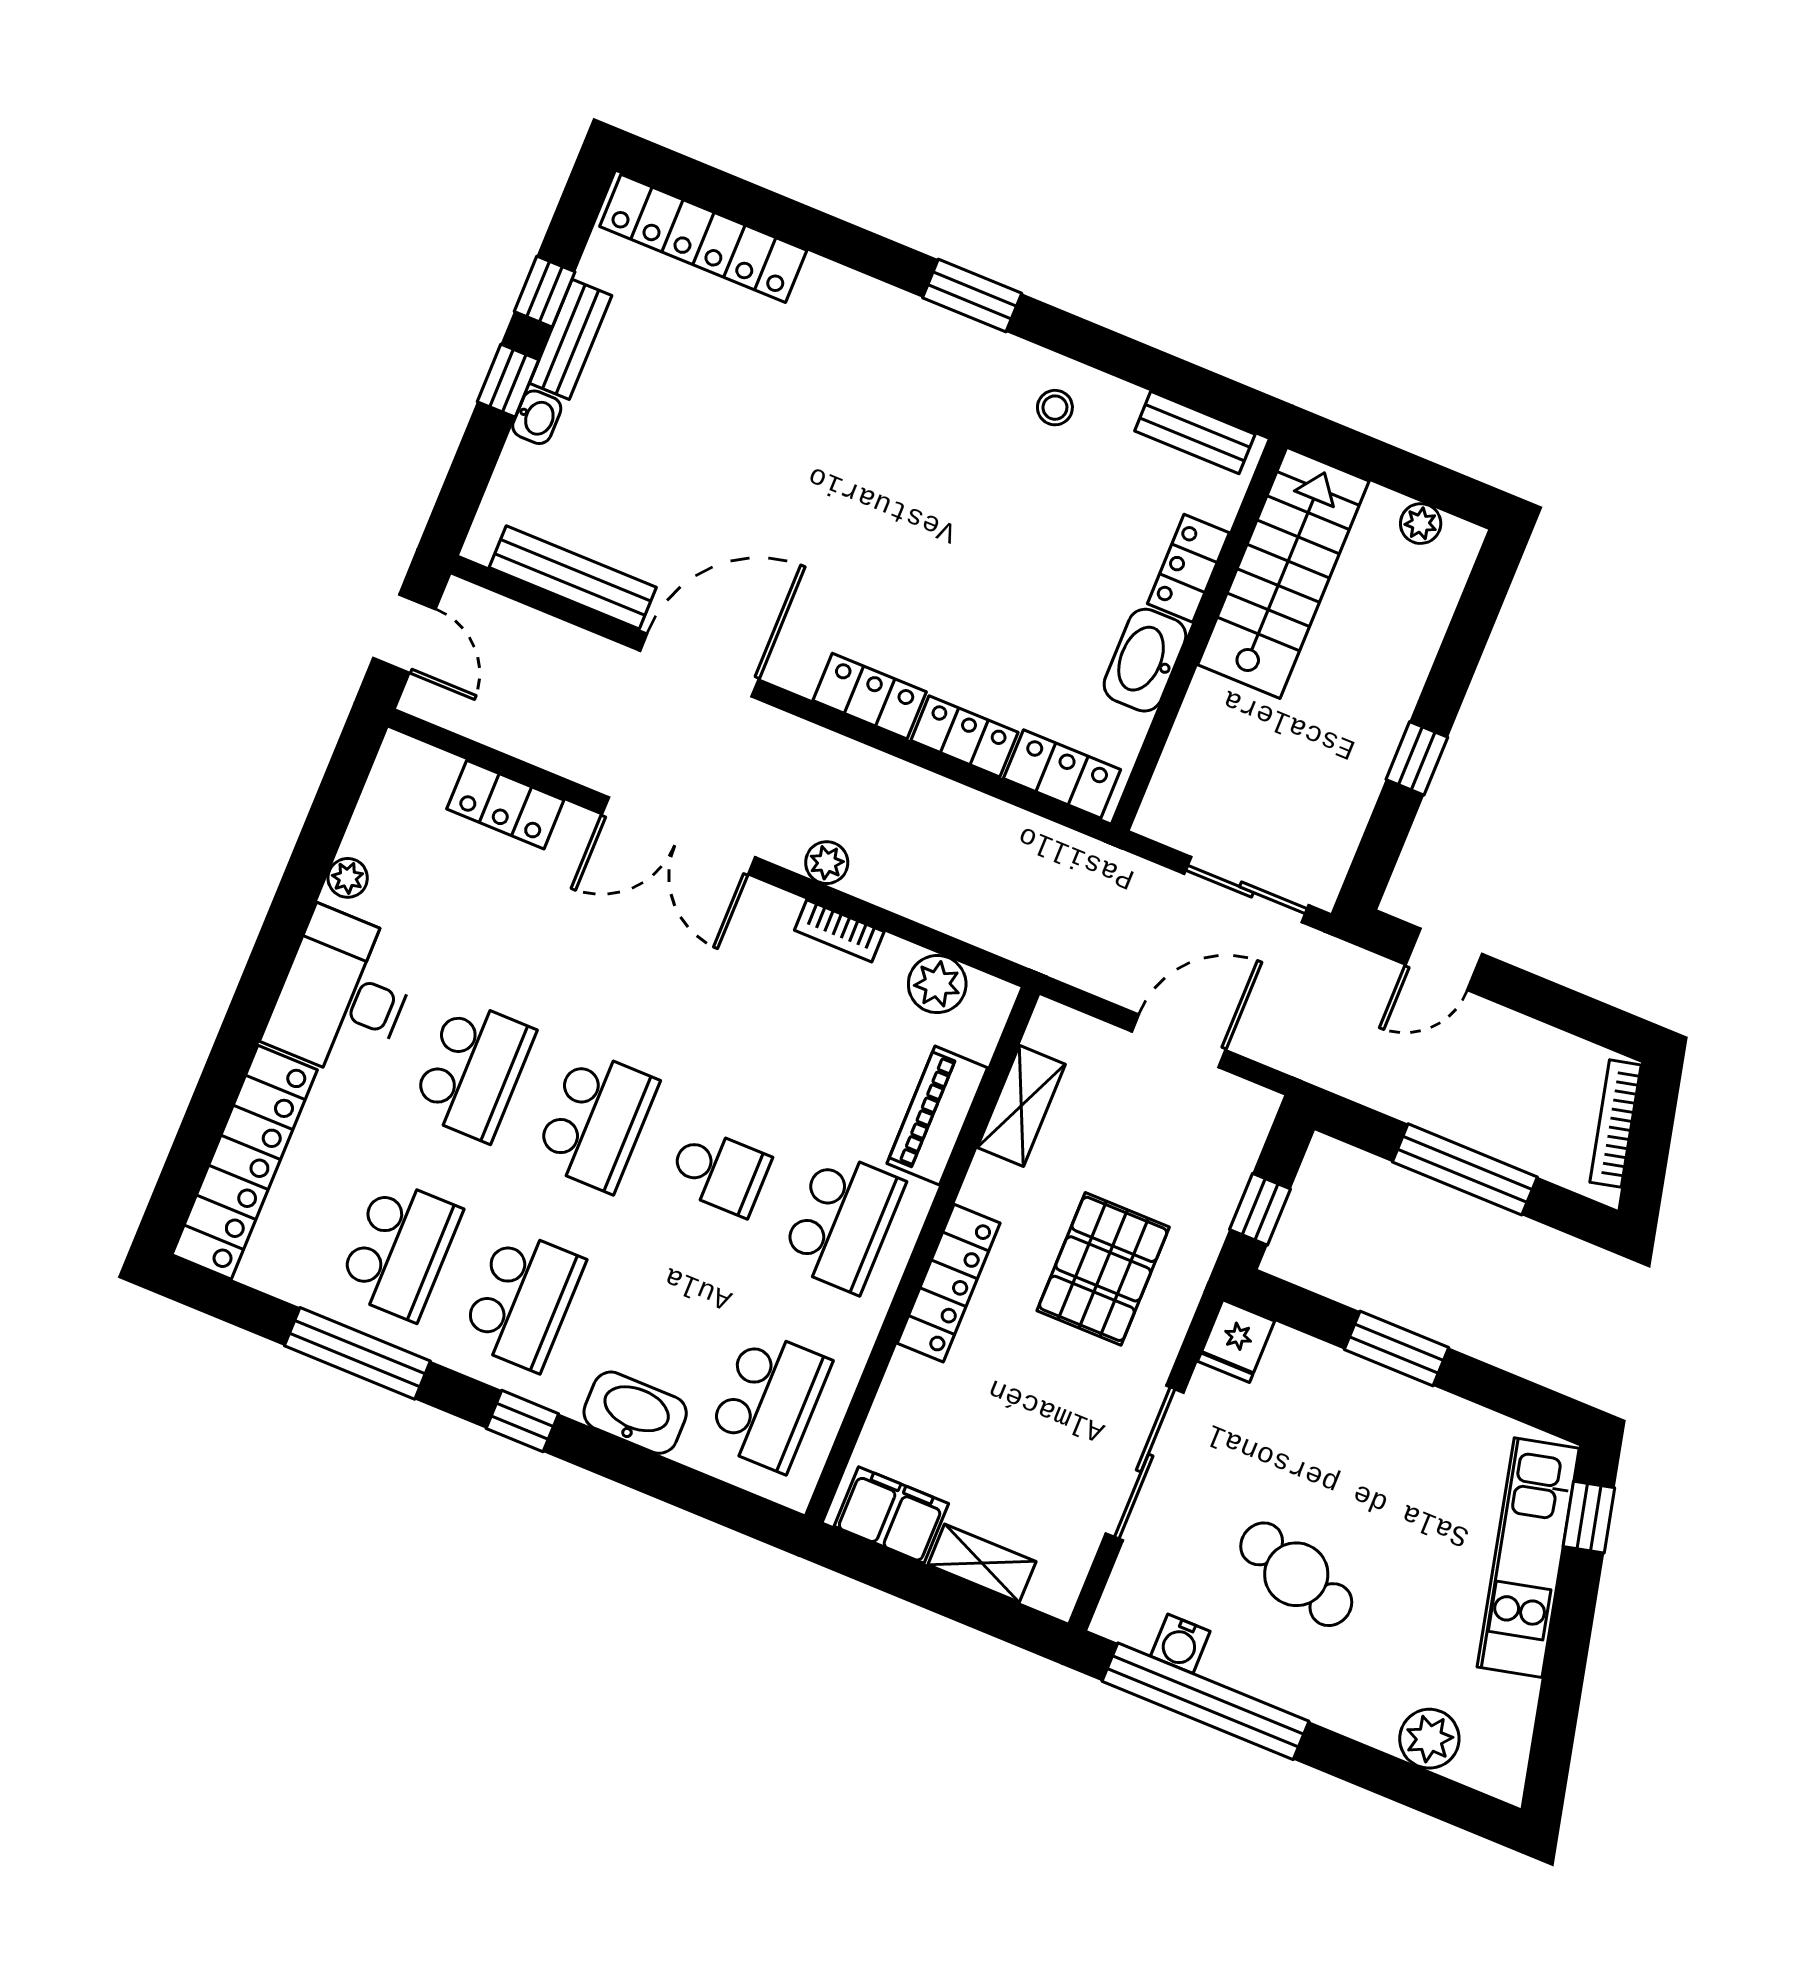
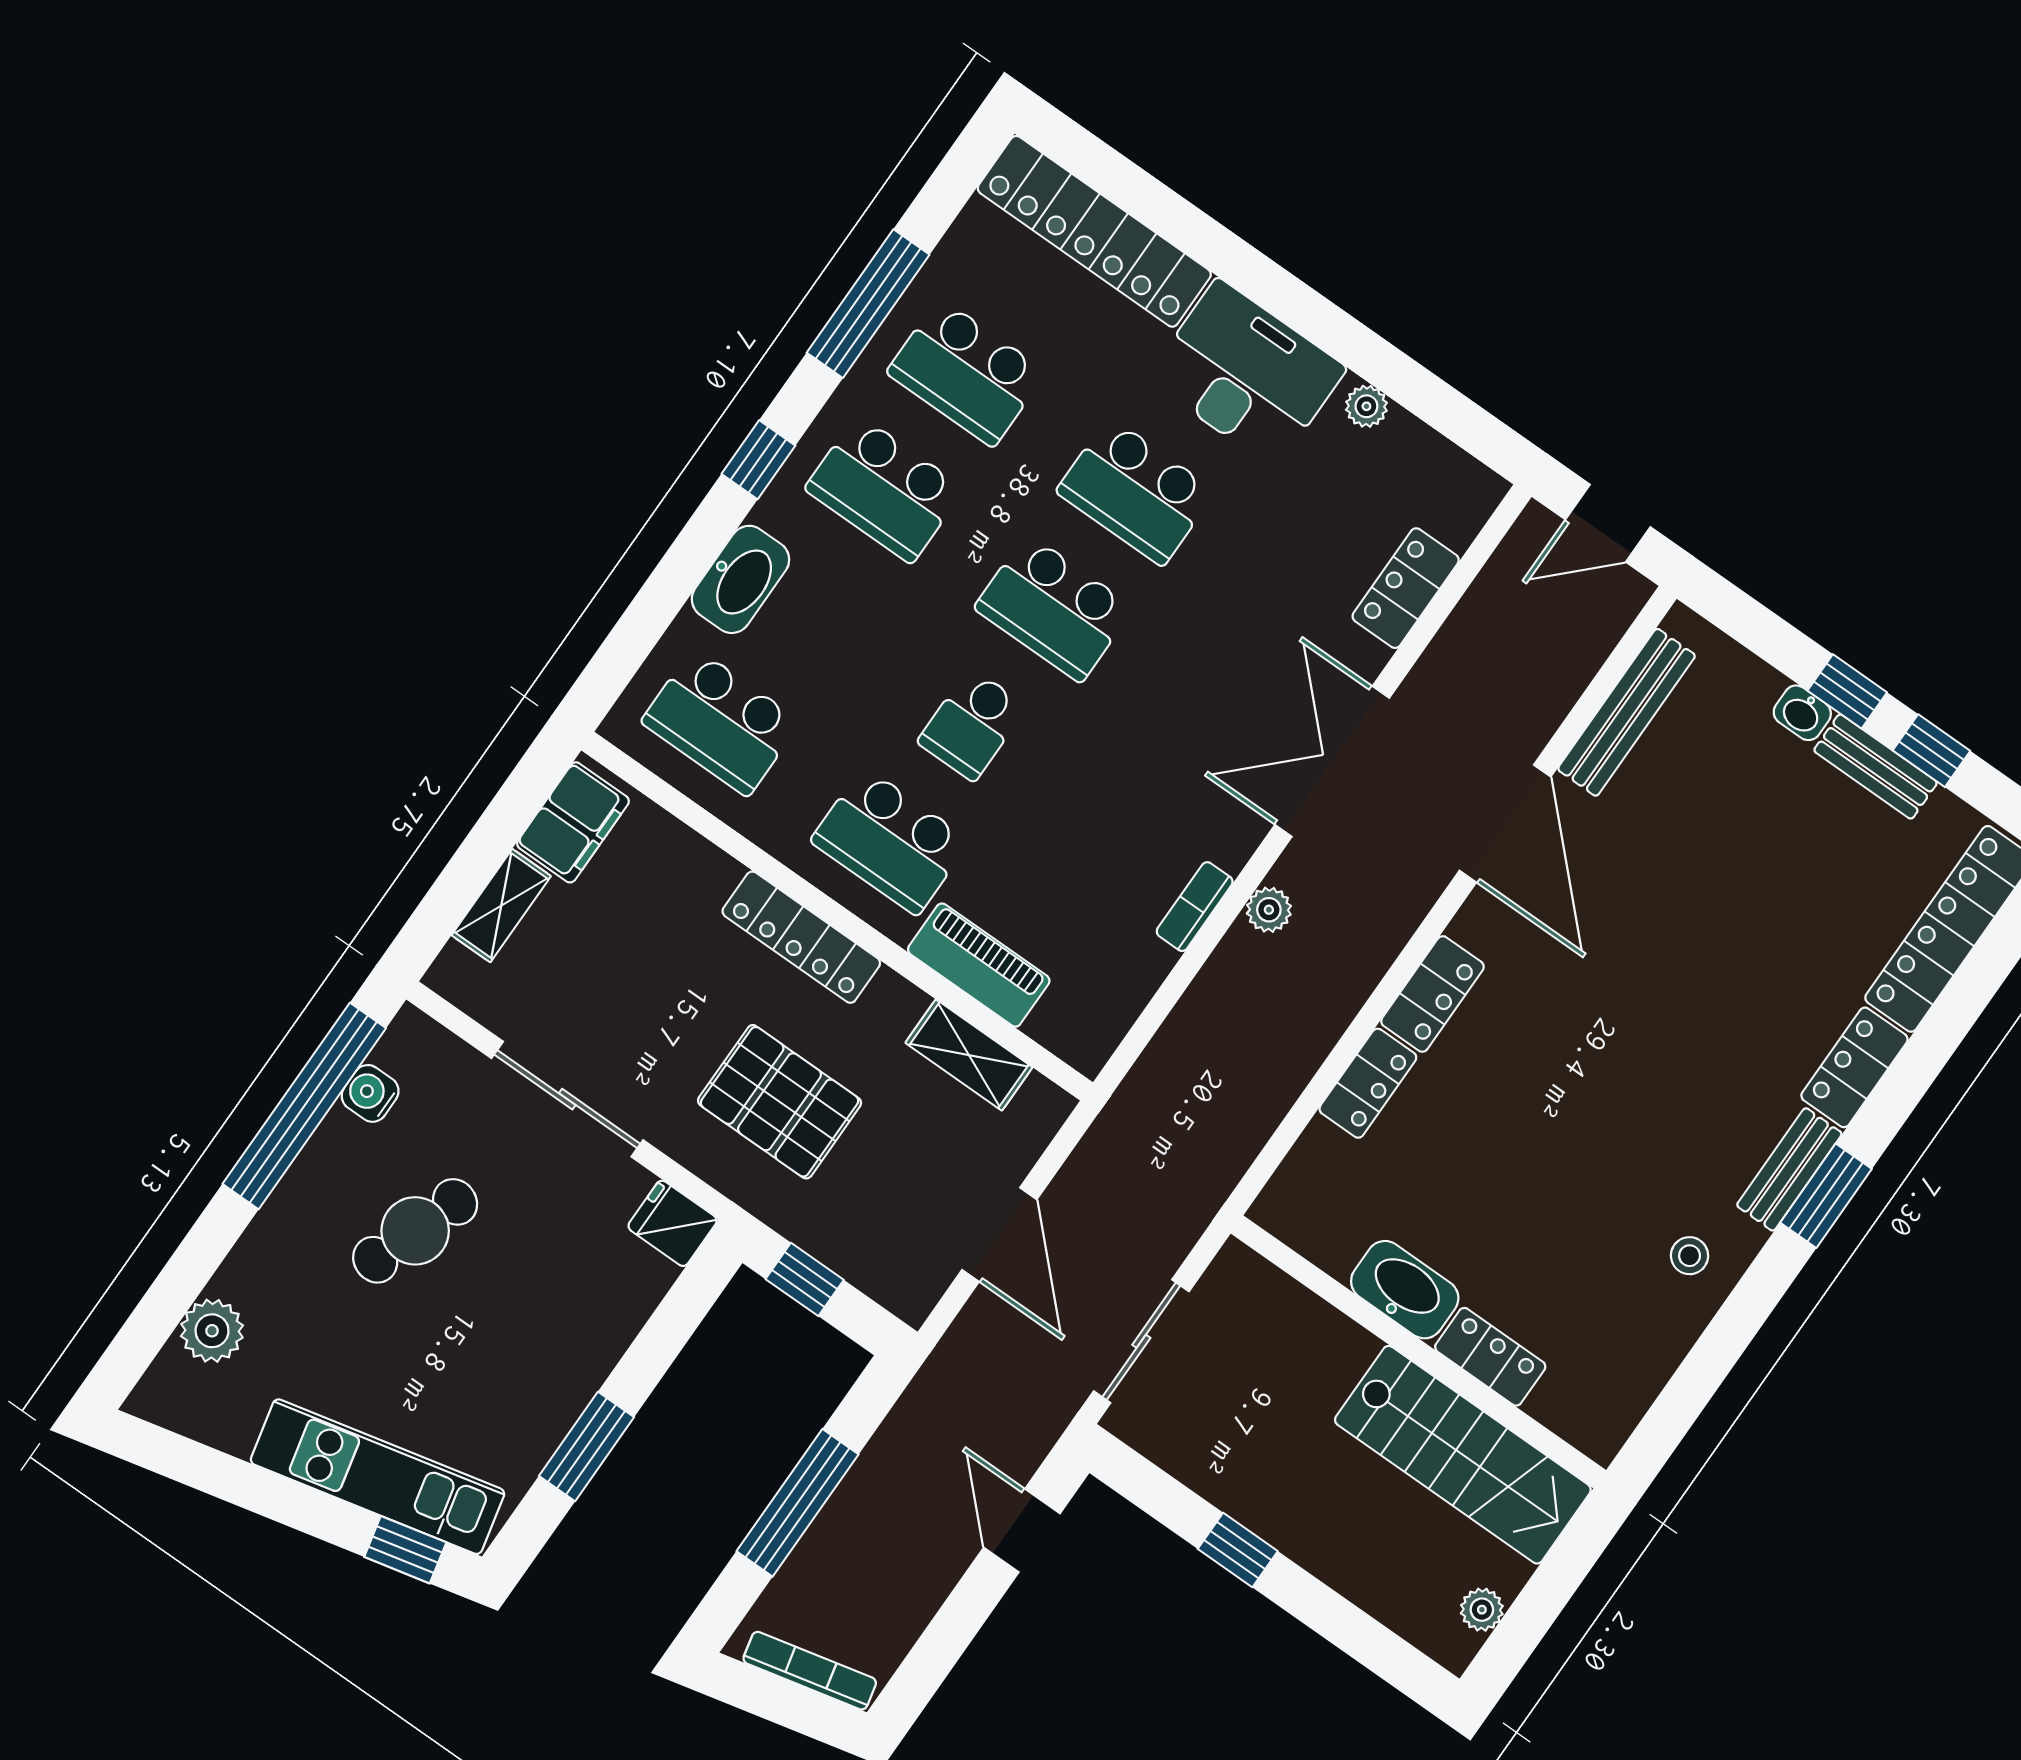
bench: (1195, 433) -> (1789, 1169), moved
locker: (1062, 774) -> (1854, 1067), moved, turned 180
plant: (937, 984) -> (1116, 996), removed
window: (1397, 1349) -> (586, 1446), moved

